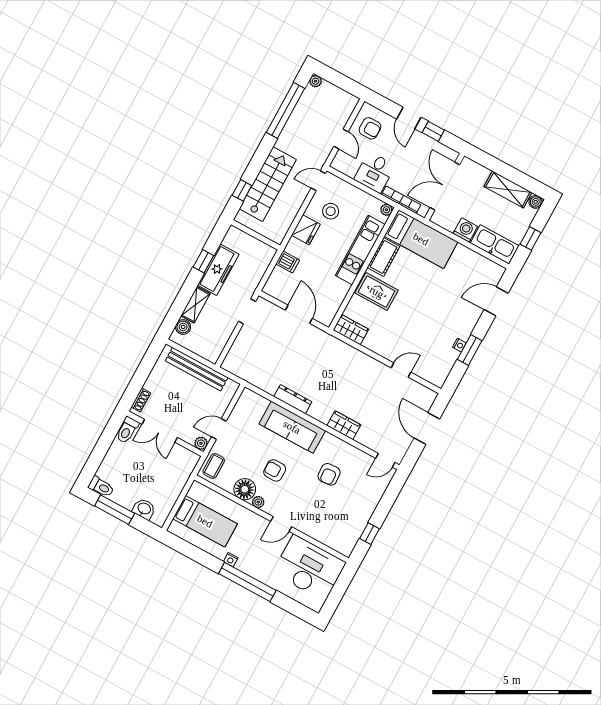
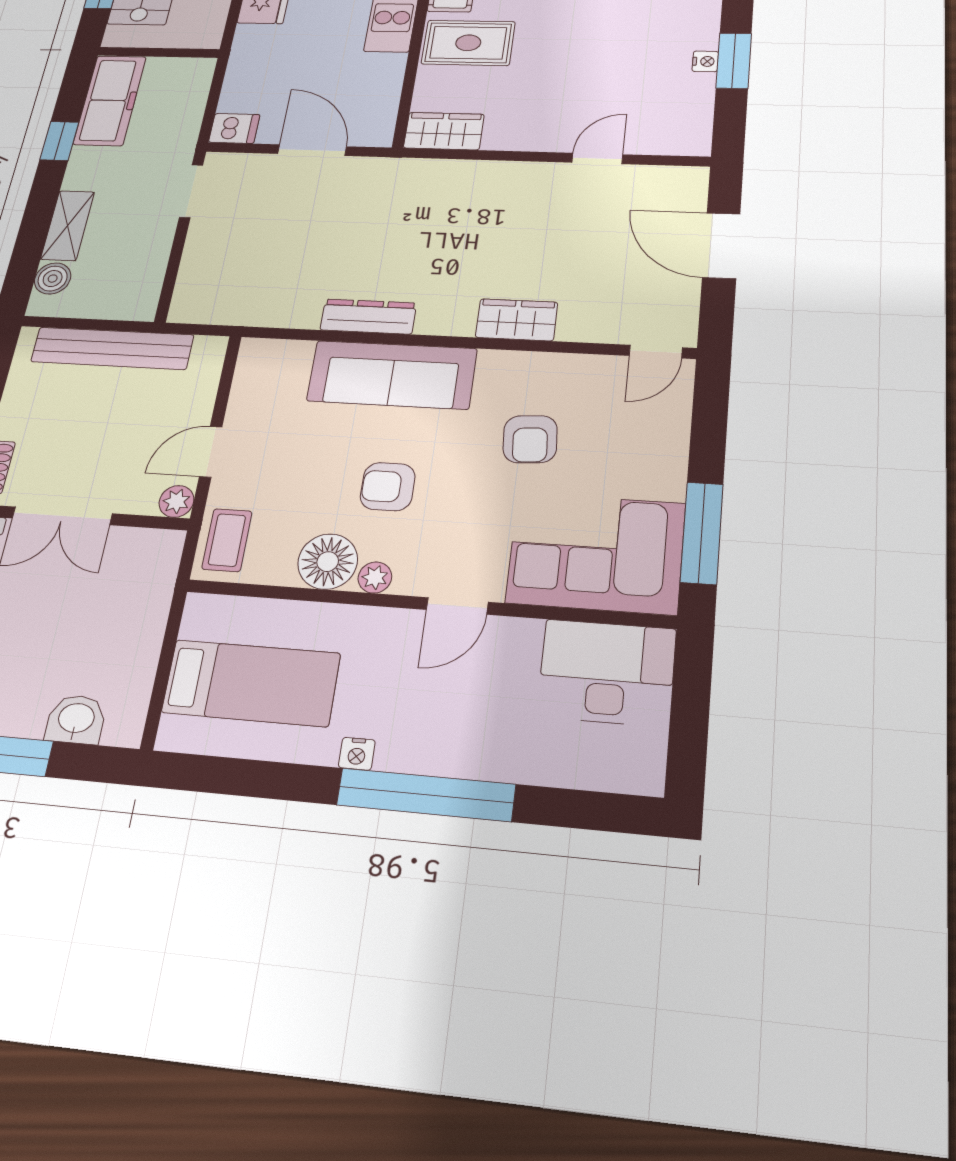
dishwasher: (288, 262) -> (234, 128), moved
freezer: (218, 270) -> (110, 100), moved
corner sofa: (333, 525) -> (596, 553), added
window: (370, 534) -> (702, 533), width x2.17
desk: (309, 568) -> (607, 672), width x0.73, depth x0.77

